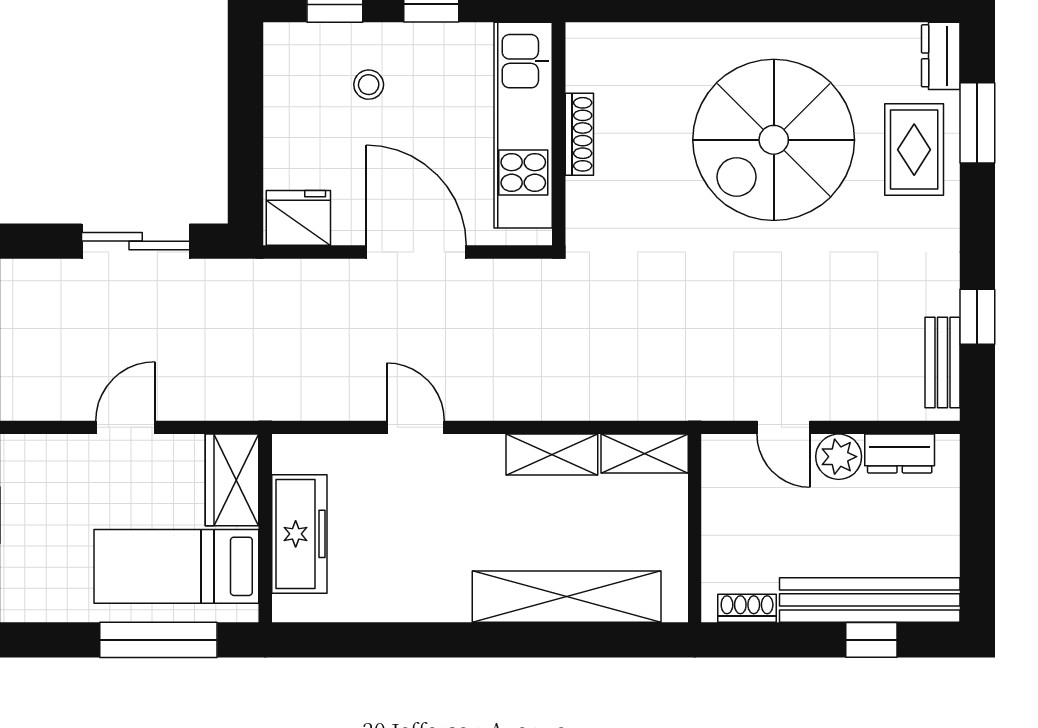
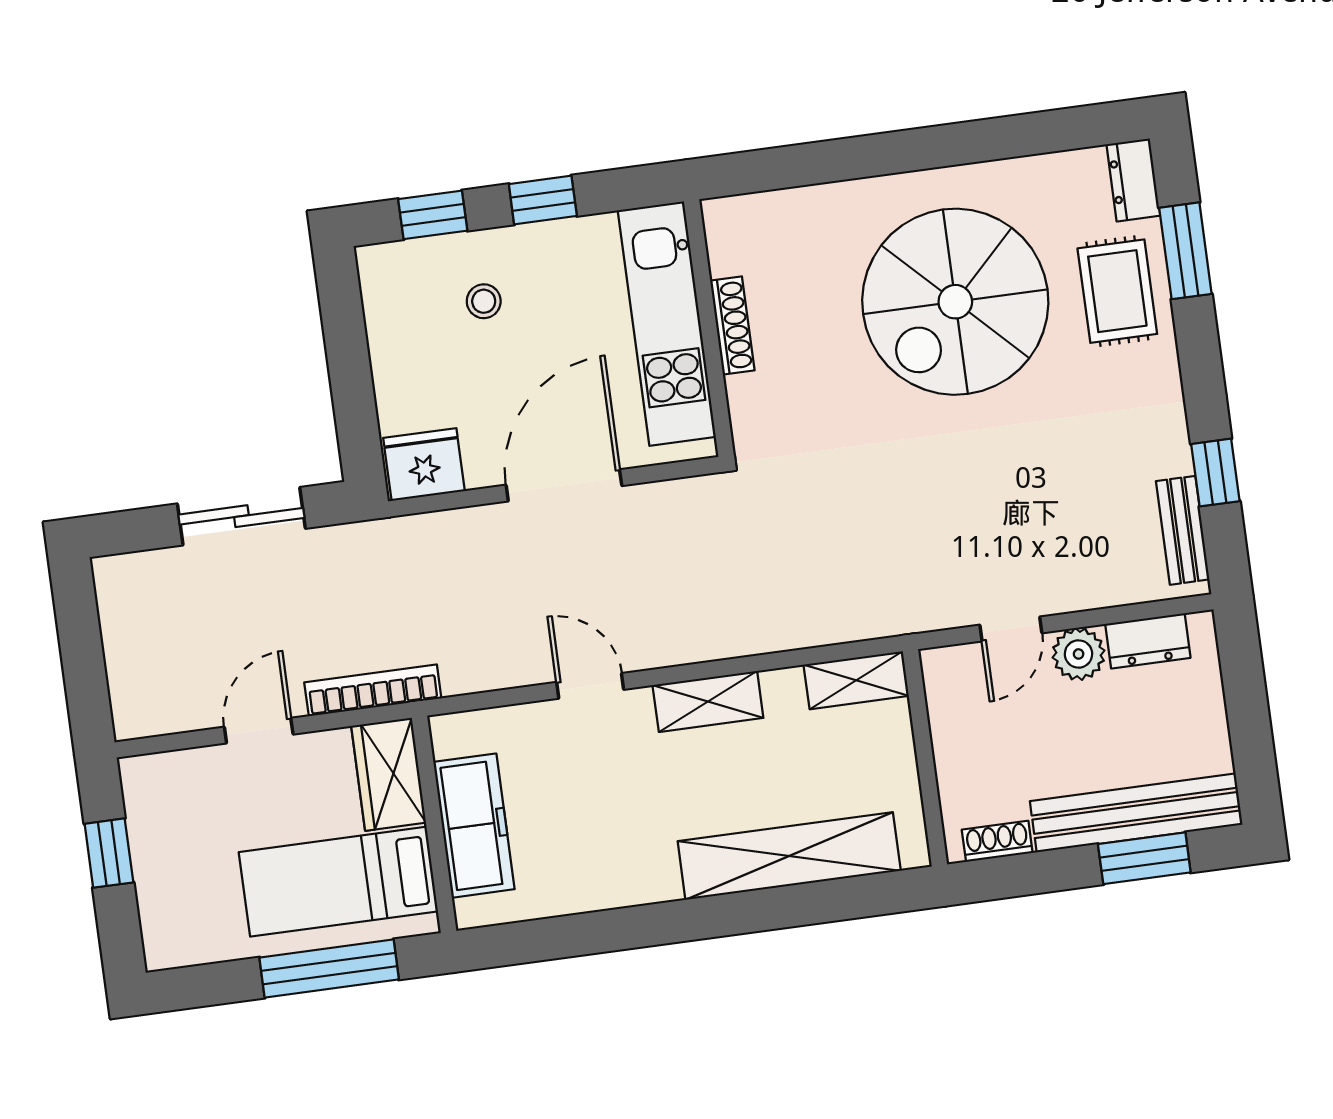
door: (416, 252) -> (564, 485), hinge flipped
bookcase: (228, 406) -> (373, 690), added
door: (783, 427) -> (1011, 629), hinge flipped
shelving: (552, 454) -> (708, 702), moved
window: (871, 640) -> (1144, 858), width x1.50

